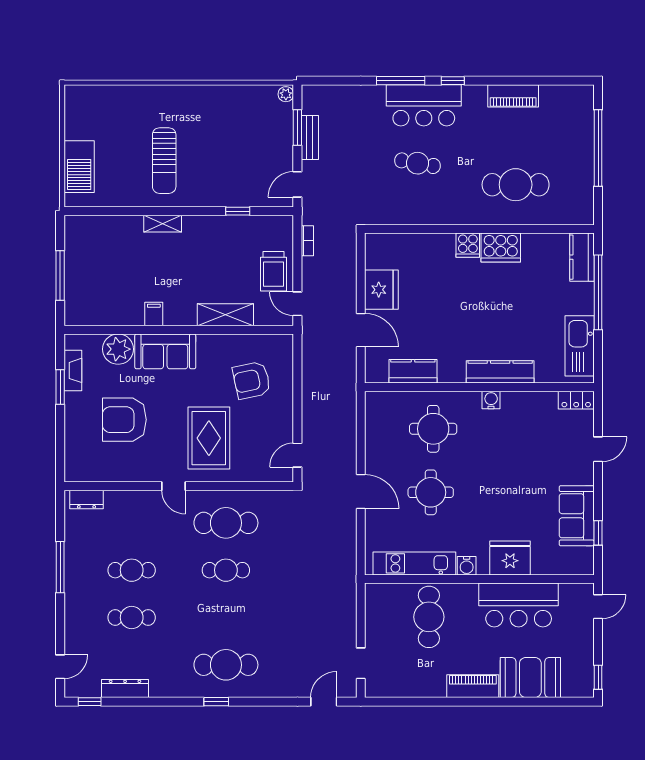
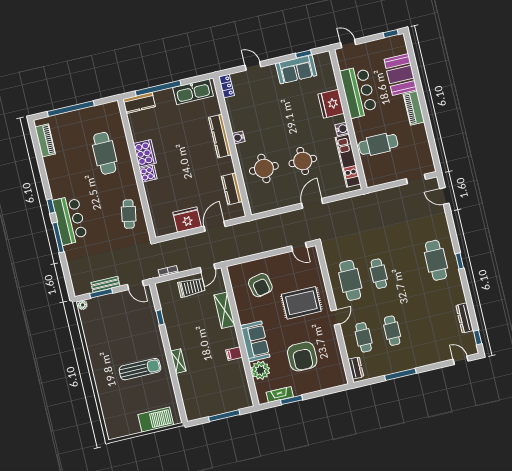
piano: (513, 96) -> (45, 140), moved
cafe table: (418, 163) -> (129, 214), moved
cafe table: (132, 618) -> (364, 337), moved

